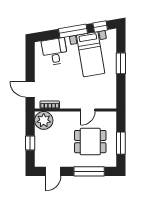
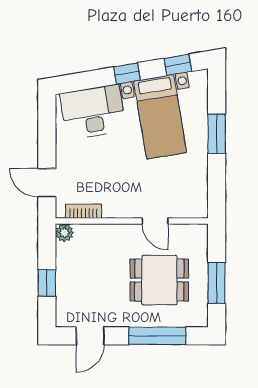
window: (73, 31) -> (127, 73), width x0.46
desk: (55, 52) -> (93, 112), width x1.37
door: (88, 110) -> (155, 221), hinge flipped
plant: (44, 120) -> (64, 233), width x0.53, depth x0.53

